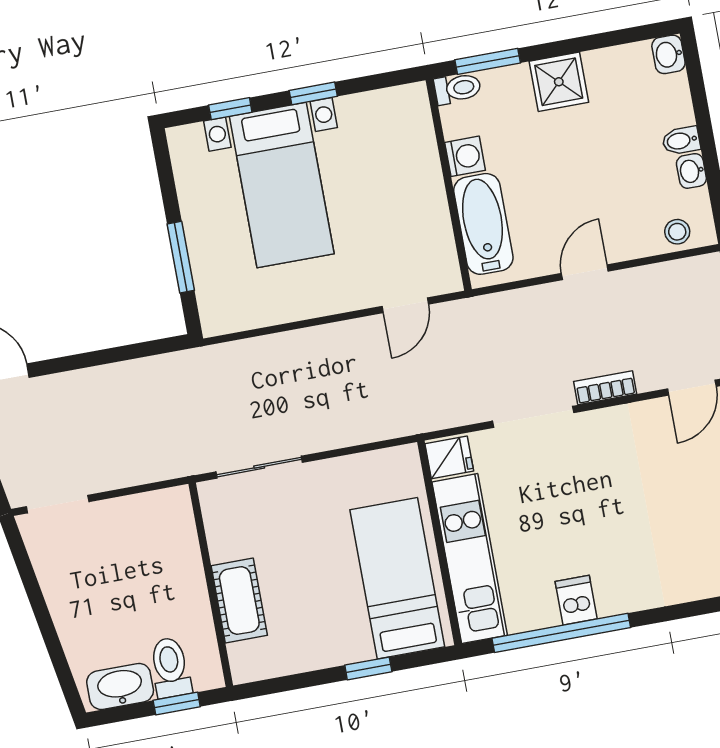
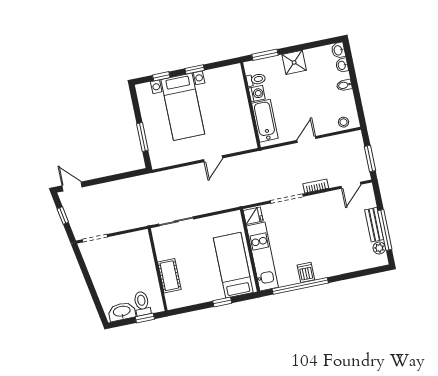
toilet: (458, 88) -> (256, 80), moved
washbasin: (691, 171) -> (342, 65), moved
door: (405, 305) -> (213, 159), moved

